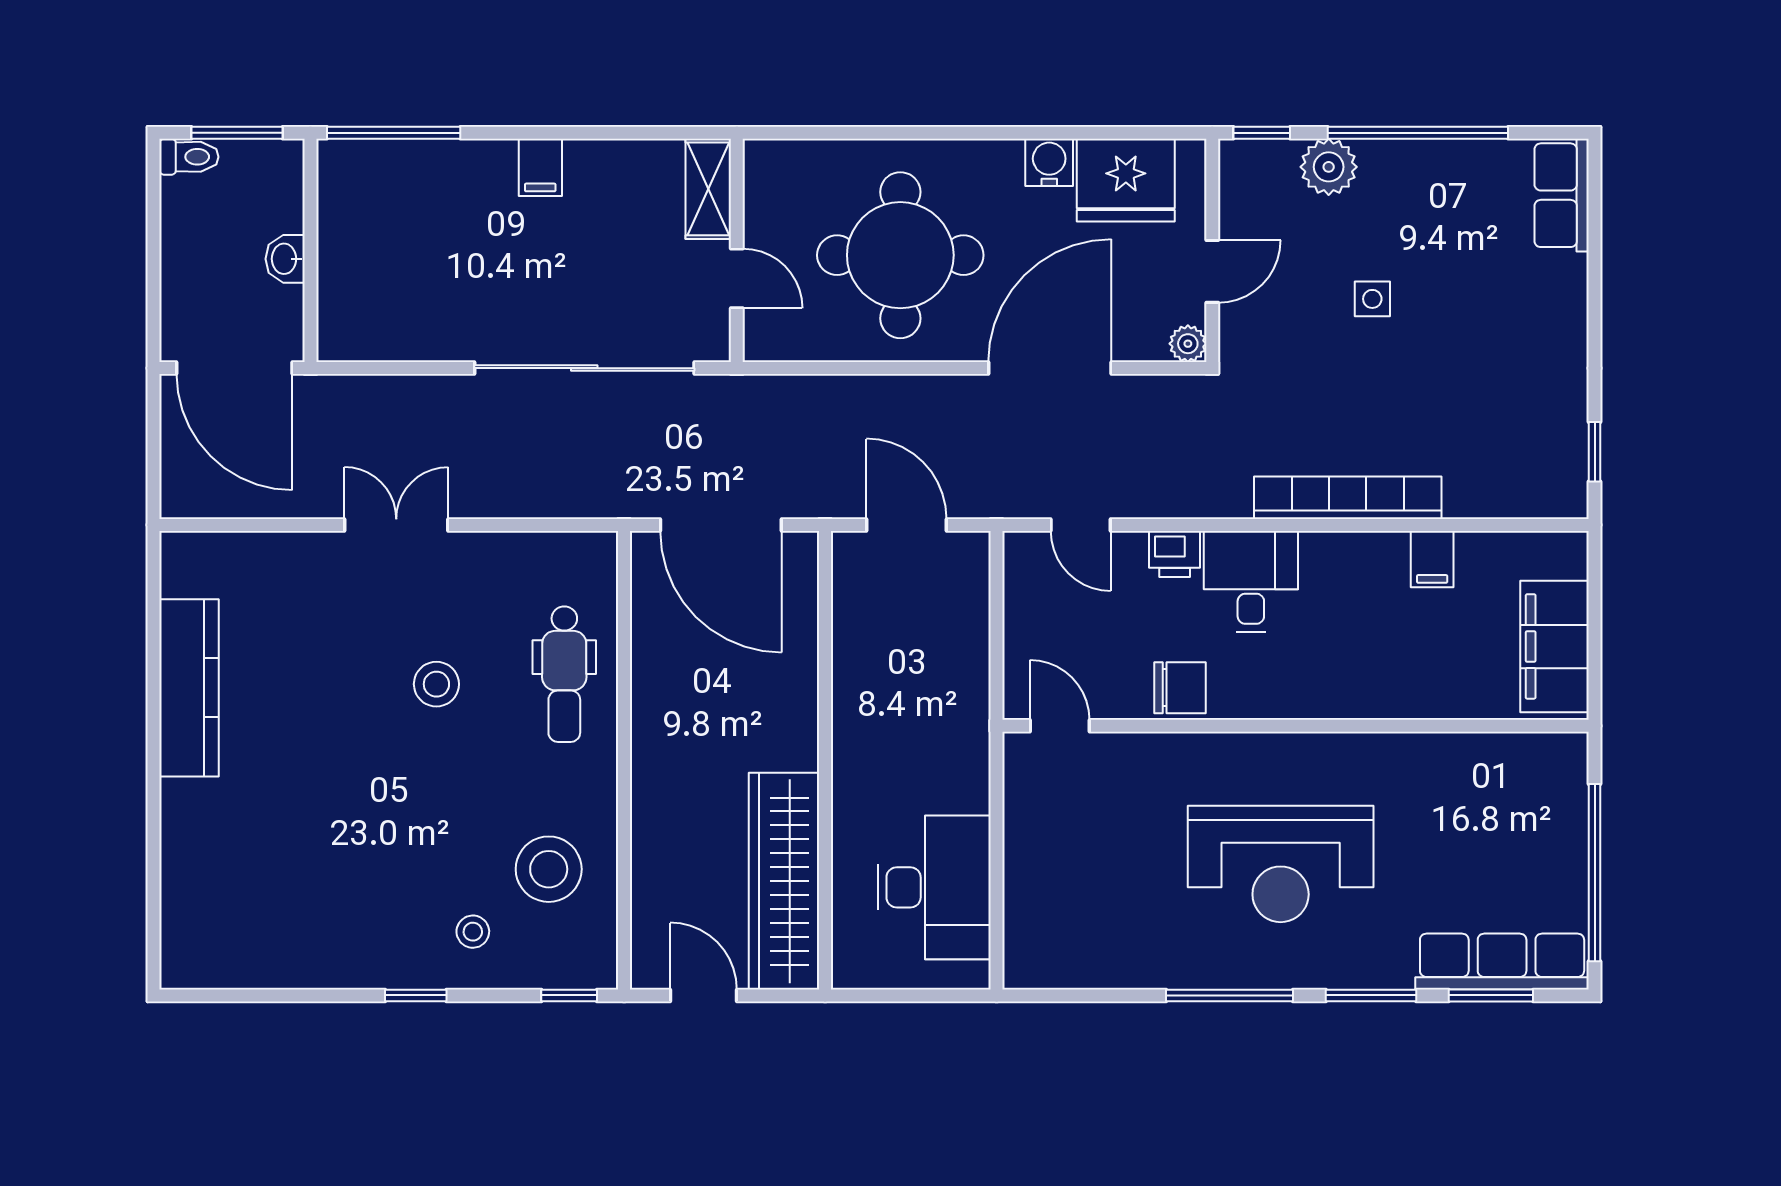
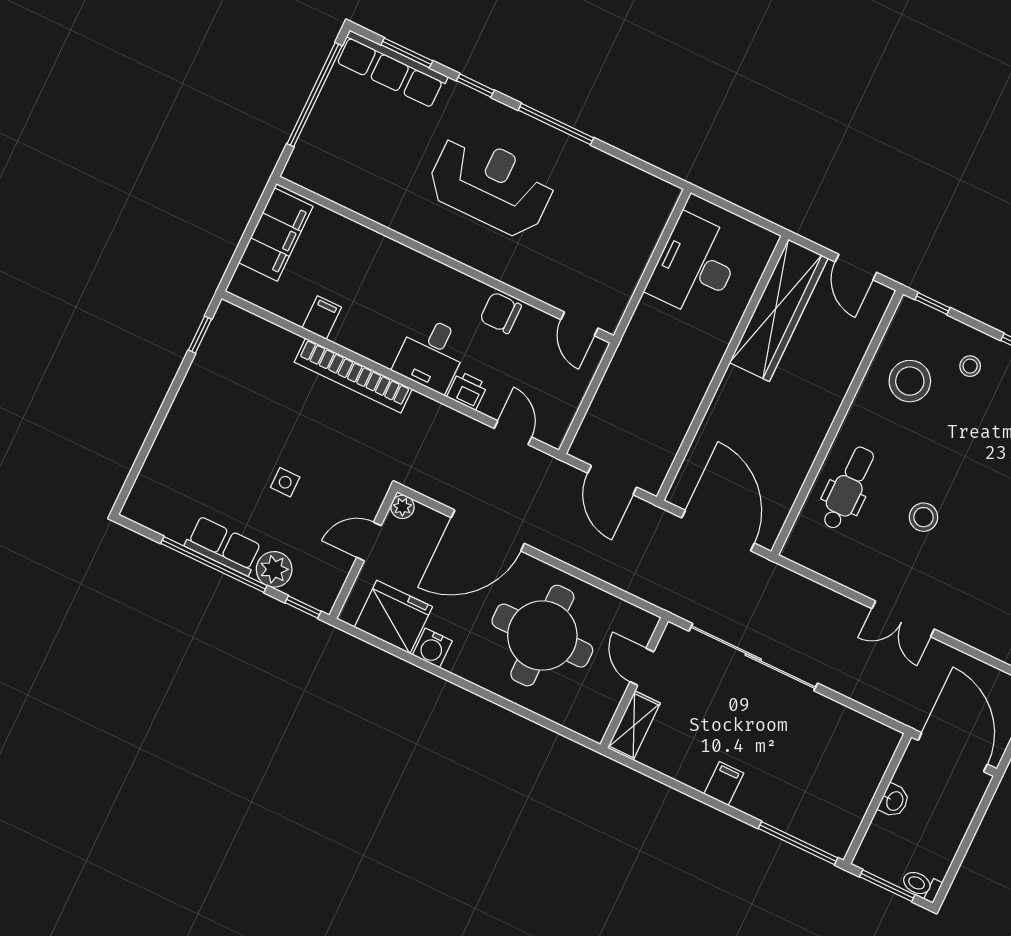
row of seats: (1562, 195) -> (223, 546), moved, turned -90
window: (1371, 995) -> (475, 85), width x0.67

